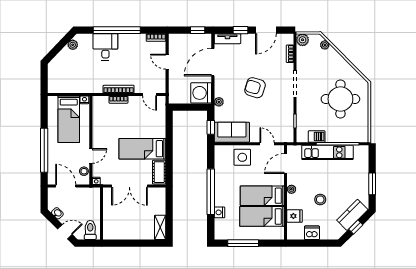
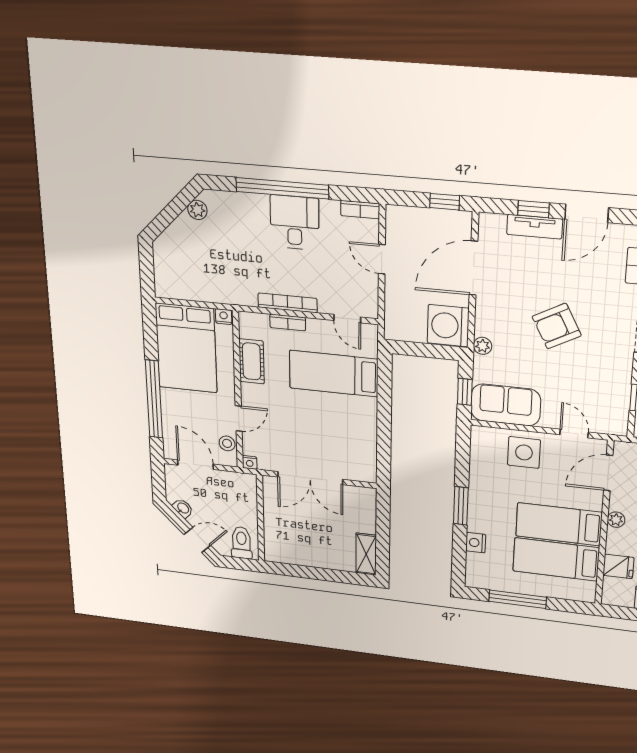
tv unit: (227, 39) -> (535, 227), moved
desk: (105, 47) -> (295, 223), moved
armchair: (255, 88) -> (557, 326), turned -45
bed: (69, 119) -> (186, 348), width x1.50
bed: (142, 149) -> (334, 374), moved
cot: (159, 172) -> (252, 361), moved
window: (211, 192) -> (461, 506), width x0.47

